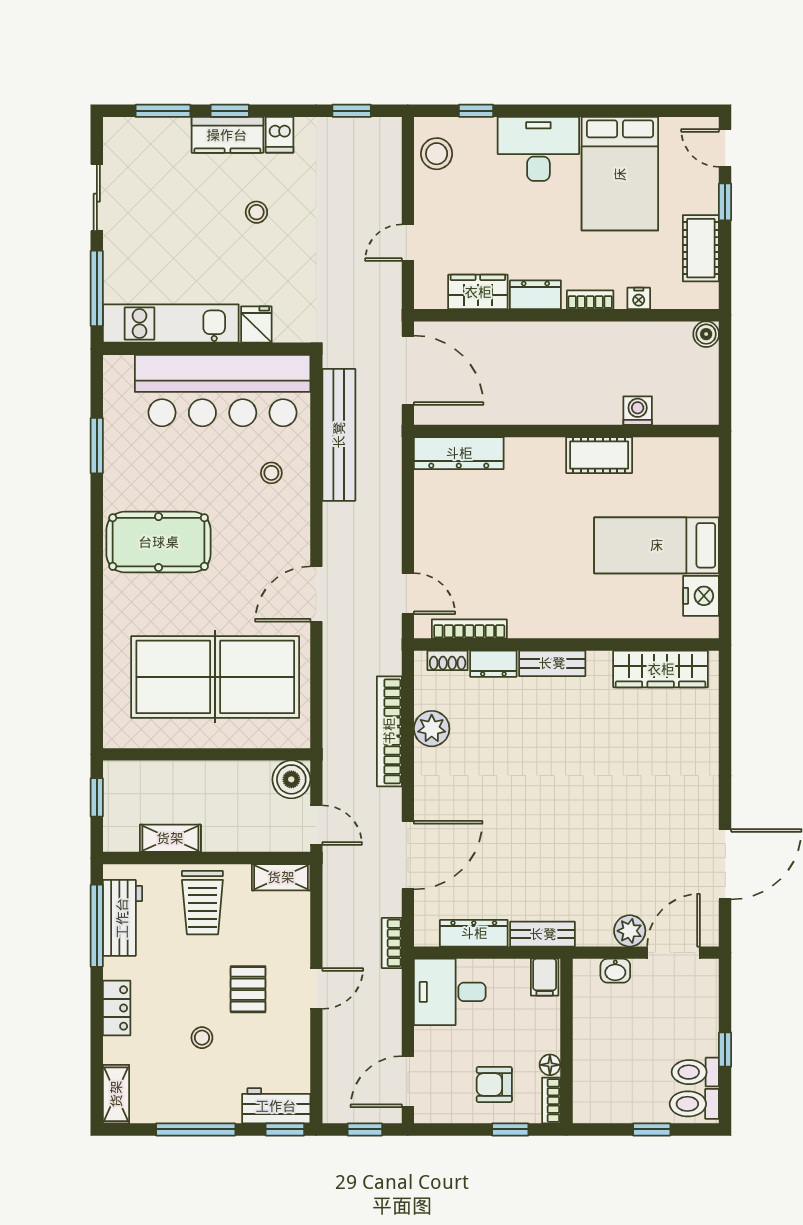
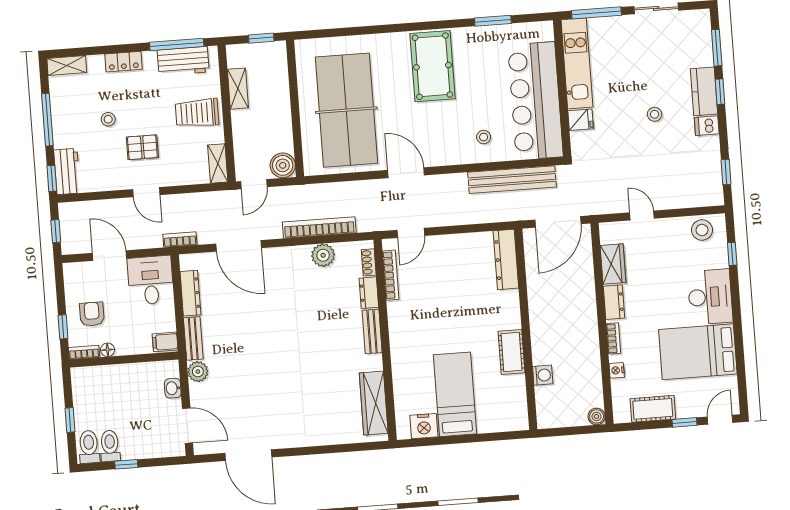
plant: (630, 931) -> (198, 372), moved
door: (408, 1082) -> (109, 256), moved

